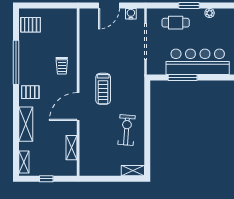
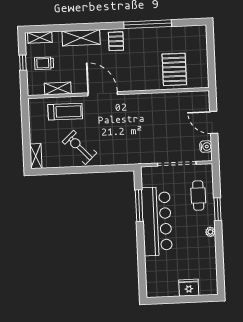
pallet: (31, 25) -> (174, 69), moved, width x1.50, depth x1.42
trolley: (62, 66) -> (44, 63), moved
treadmill: (103, 89) -> (65, 112), moved, turned 180
exercise bike: (127, 130) -> (79, 147), turned -137

